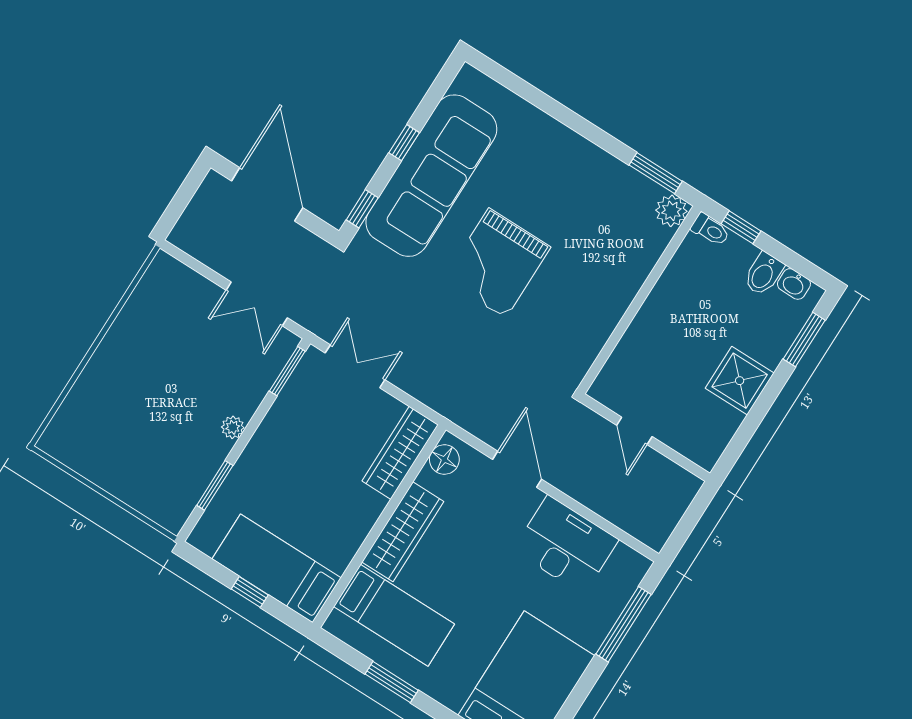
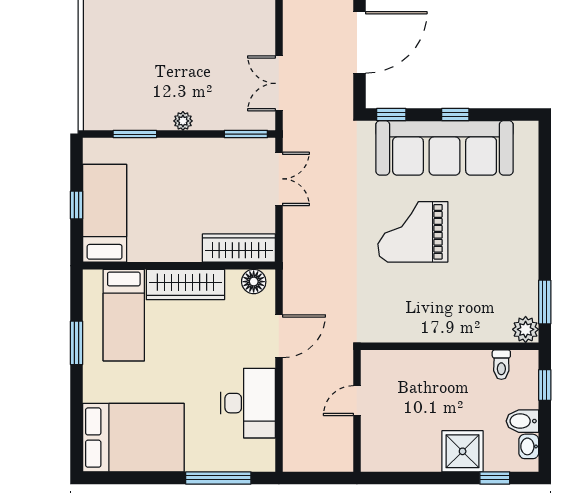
toilet: (710, 230) -> (501, 365), moved
window: (804, 340) -> (495, 478), width x0.67
shower: (740, 381) -> (463, 451), moved

